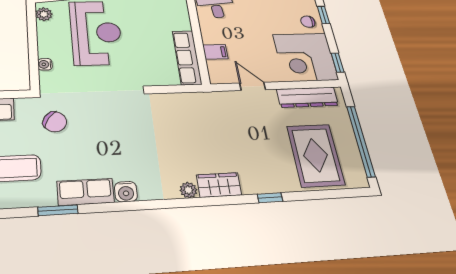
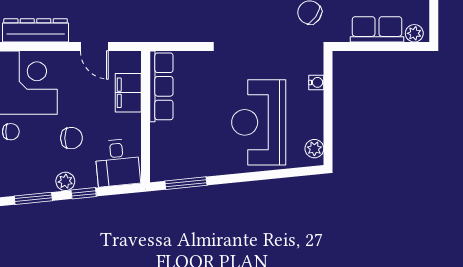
chair: (257, 18) -> (71, 138), added
filing cabinet: (215, 52) -> (128, 93), width x2.00

